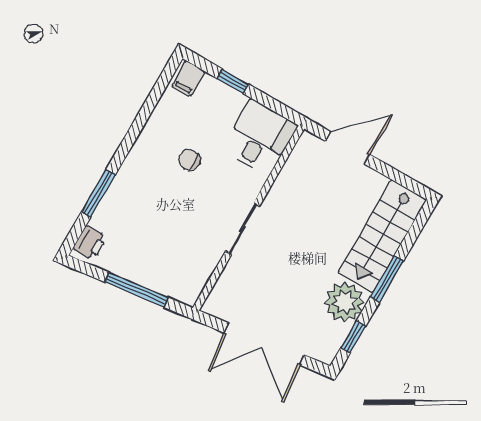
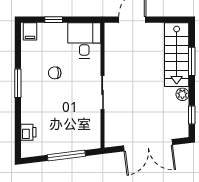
window: (98, 193) -> (18, 83), moved
printer: (90, 243) -> (28, 132), moved
window: (387, 279) -> (192, 61), moved
plant: (345, 302) -> (182, 94), width x0.53, depth x0.53

